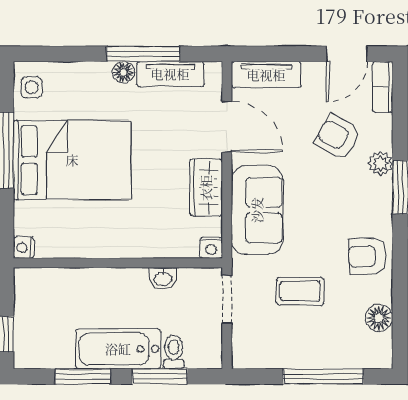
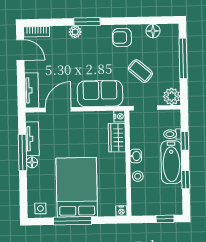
armchair: (338, 137) -> (62, 54), removed
wardrobe: (206, 188) -> (117, 138), moved, turned 90
armchair: (367, 256) -> (122, 37), turned 93
washbasin: (163, 278) -> (136, 156), moved
stool: (92, 282) -> (138, 176), added
coffee table: (300, 291) -> (140, 71), turned -49
plant: (248, 352) -> (172, 96), added
window: (83, 376) -> (186, 180), width x0.67
window: (160, 376) -> (185, 141), width x0.67

